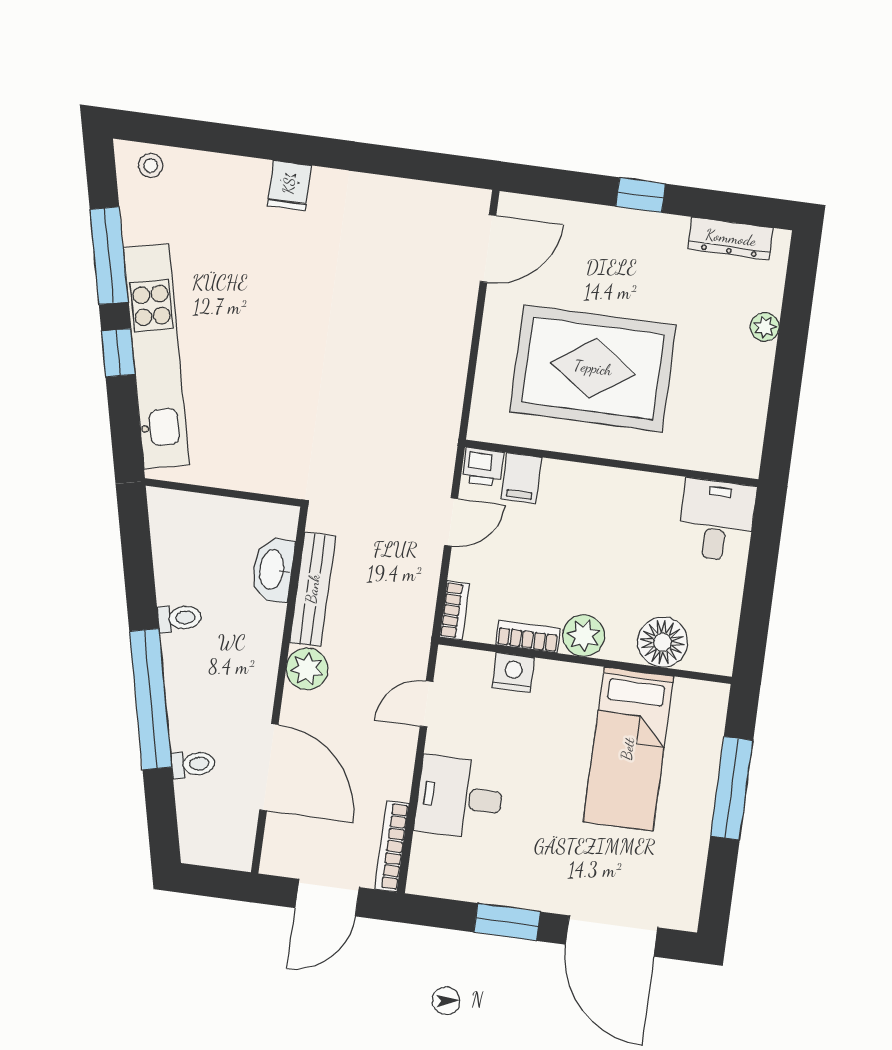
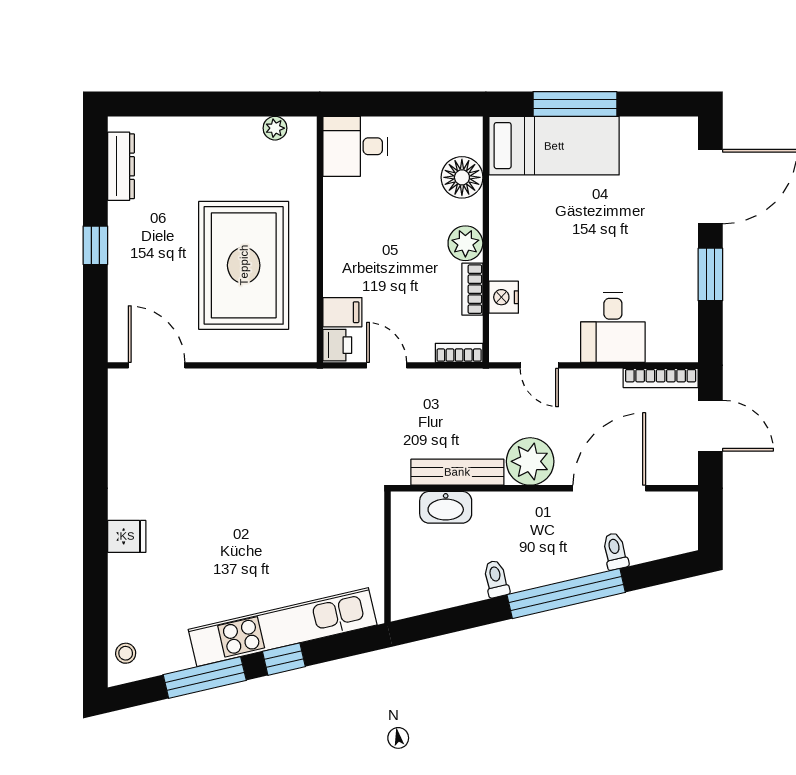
plant: (765, 327) -> (275, 128), moved
plant: (307, 669) -> (530, 461), width x1.36, depth x1.36
bed: (628, 749) -> (554, 146), moved

